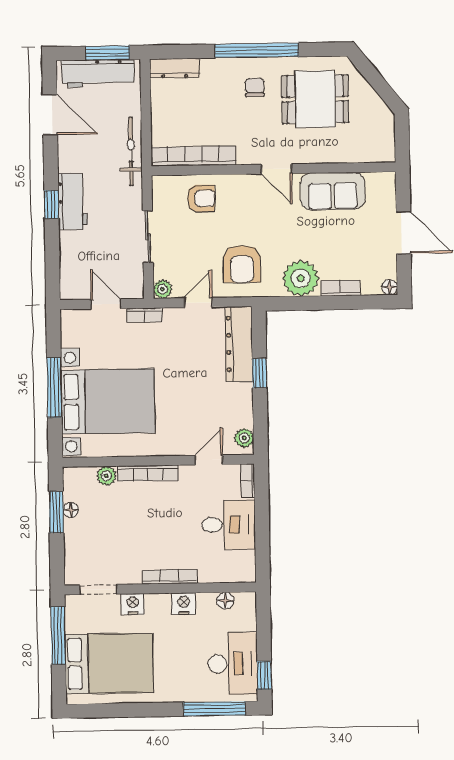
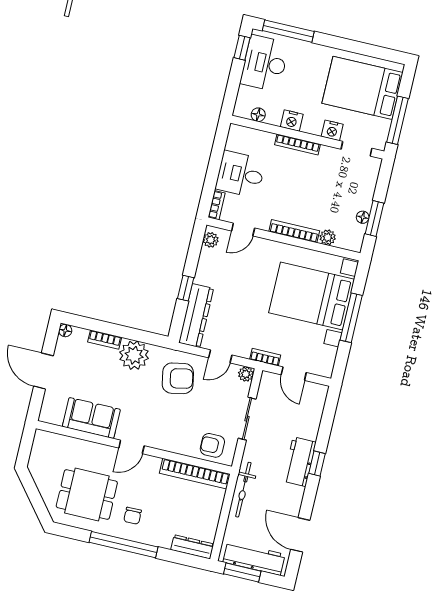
door: (276, 169) -> (131, 447), swing flipped
armchair: (201, 198) -> (212, 445), moved
armchair: (242, 264) -> (178, 378), turned 79

